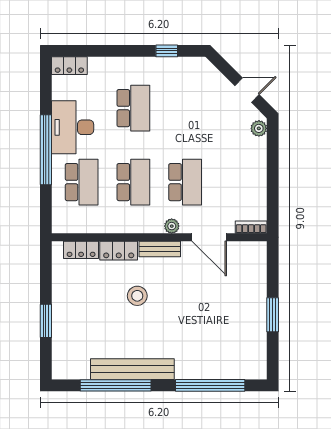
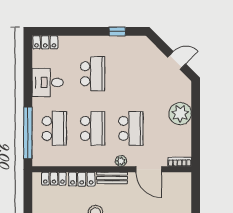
desk: (73, 127) -> (48, 83), width x0.73
plant: (259, 128) -> (180, 114), moved, width x1.87, depth x1.87
window: (46, 150) -> (28, 133), moved

